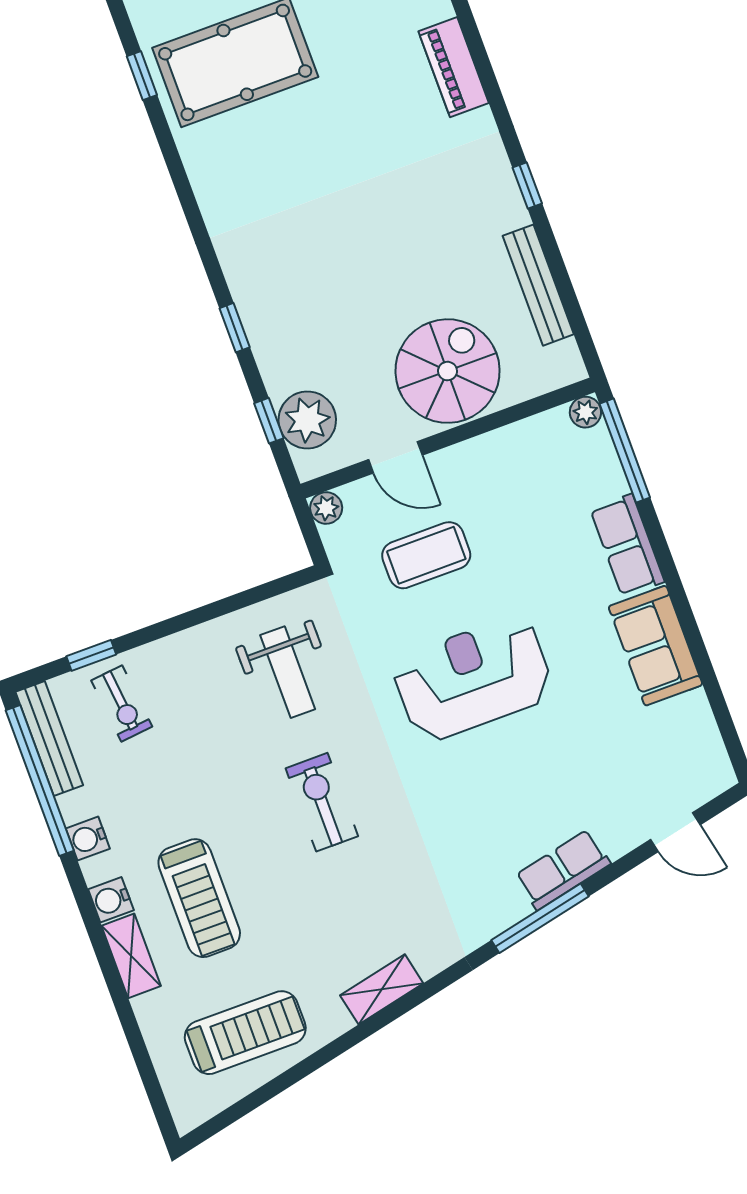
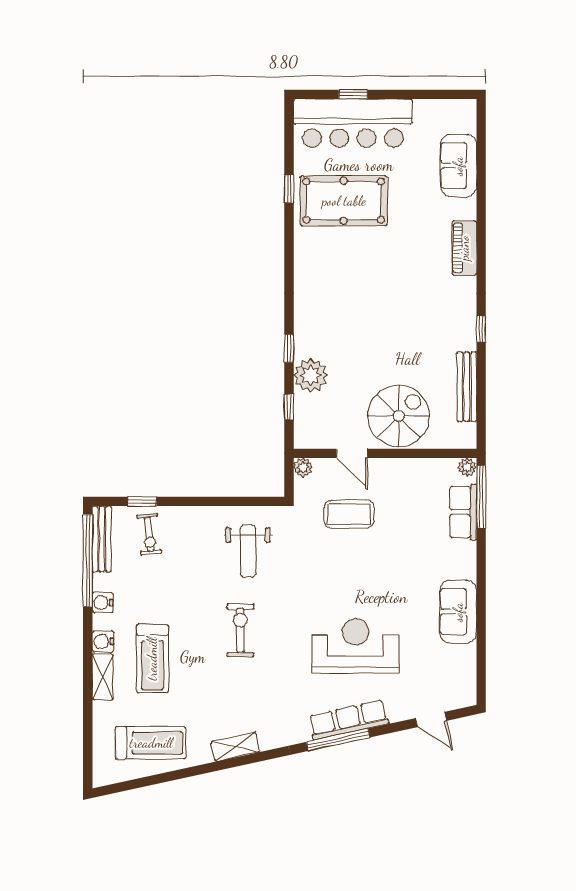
plant: (307, 420) -> (311, 375), moved
row of seats: (627, 545) -> (463, 512), moved
reception desk: (473, 679) -> (355, 646), moved
row of seats: (563, 870) -> (348, 720), width x1.48

